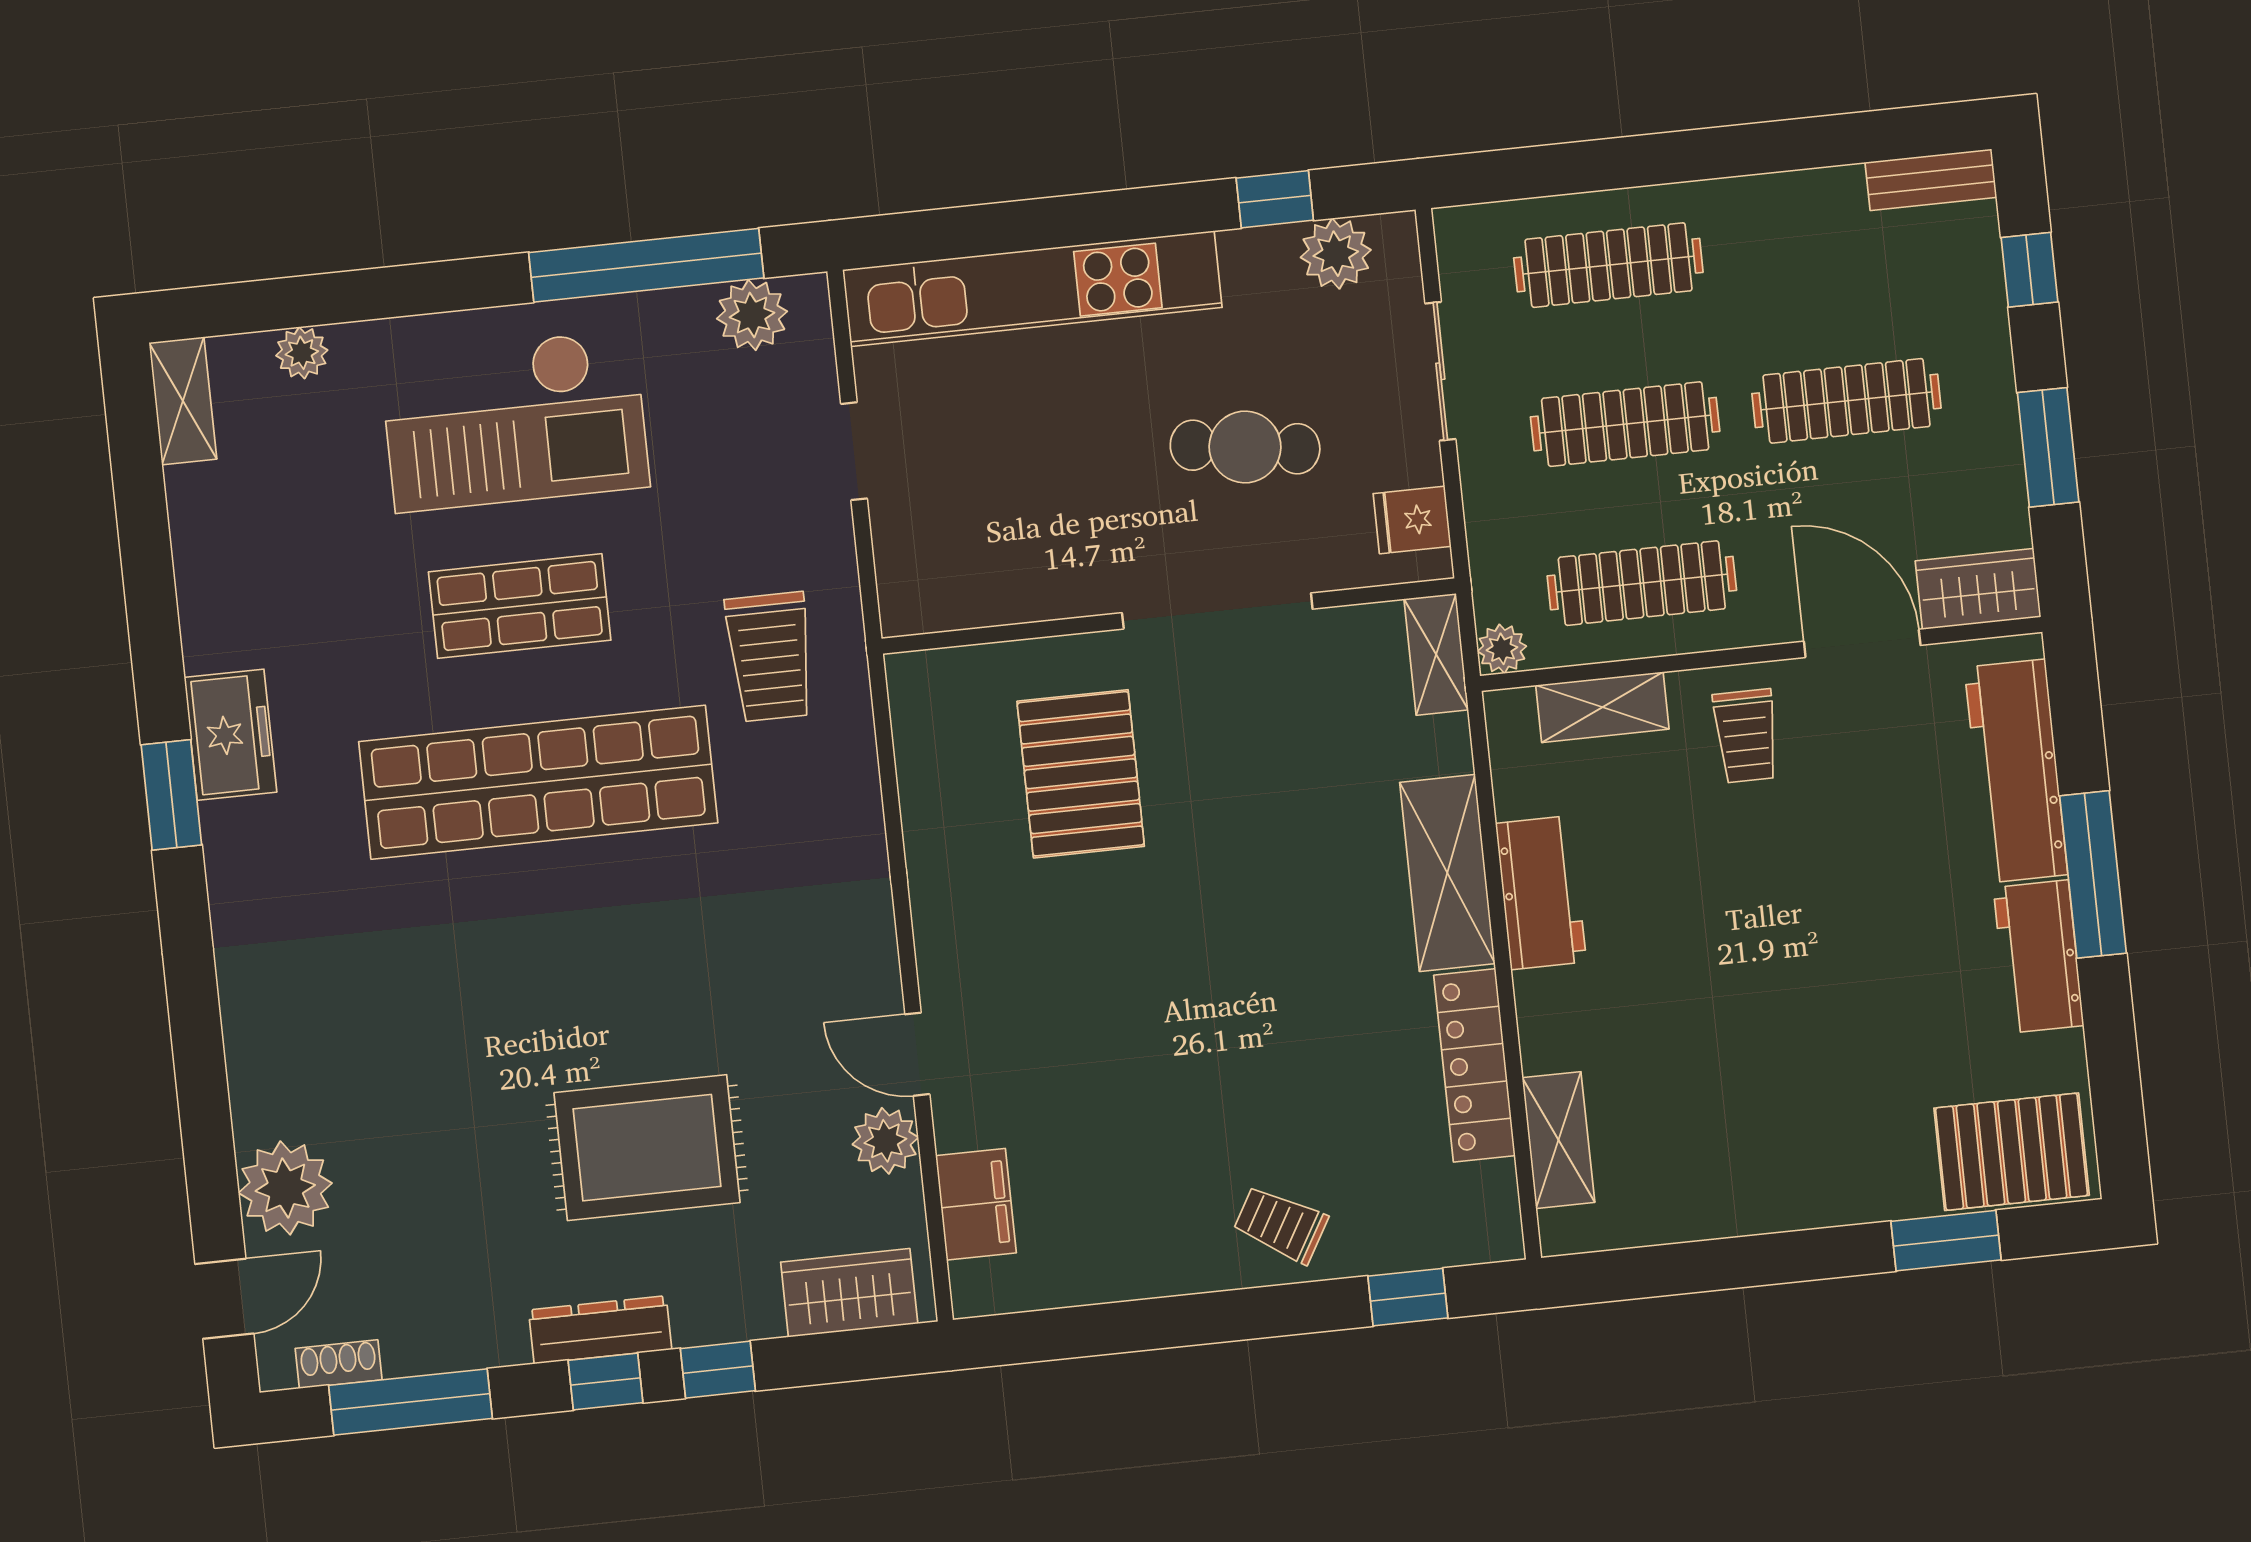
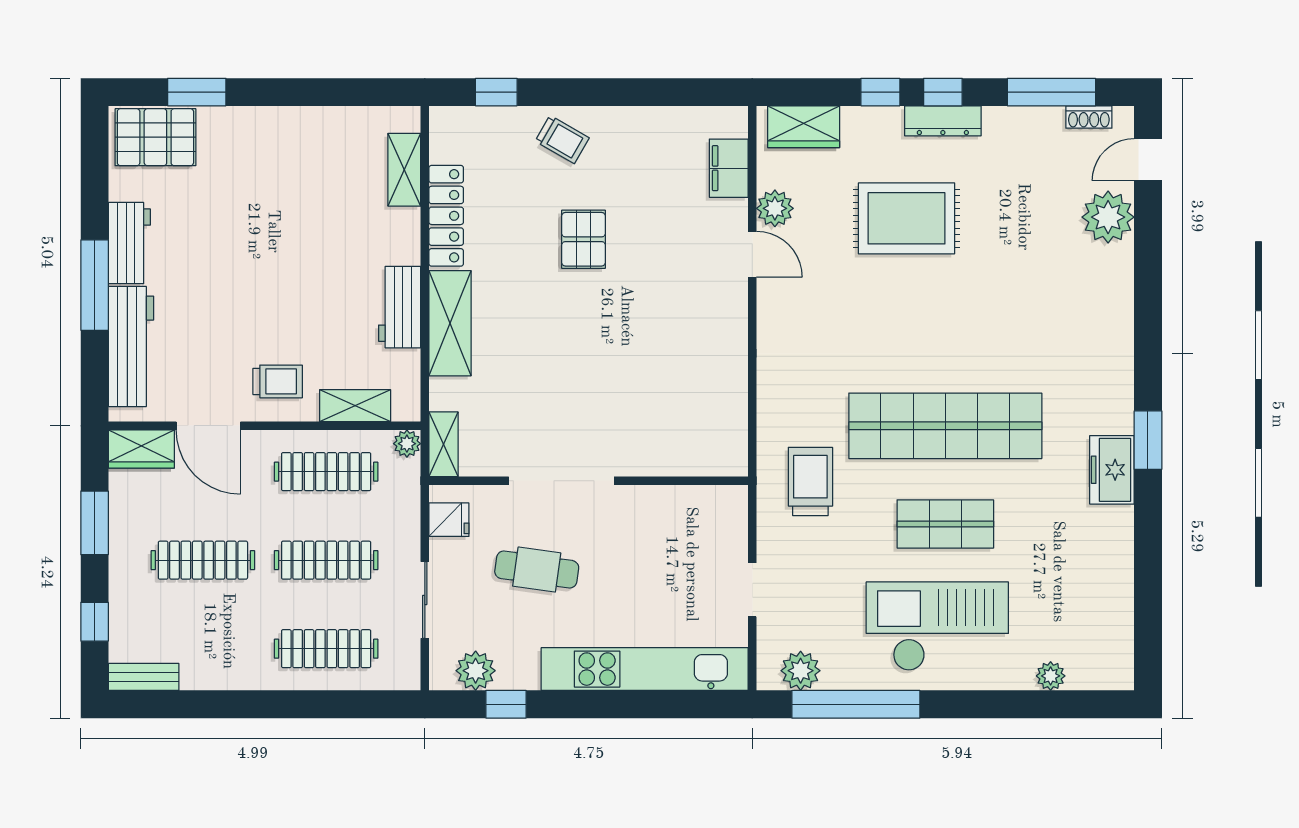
shelving: (183, 401) -> (1119, 656), removed
trolley: (1746, 736) -> (278, 381), turned 90
pallet: (1081, 774) -> (584, 239), moved, width x0.67, depth x0.71

